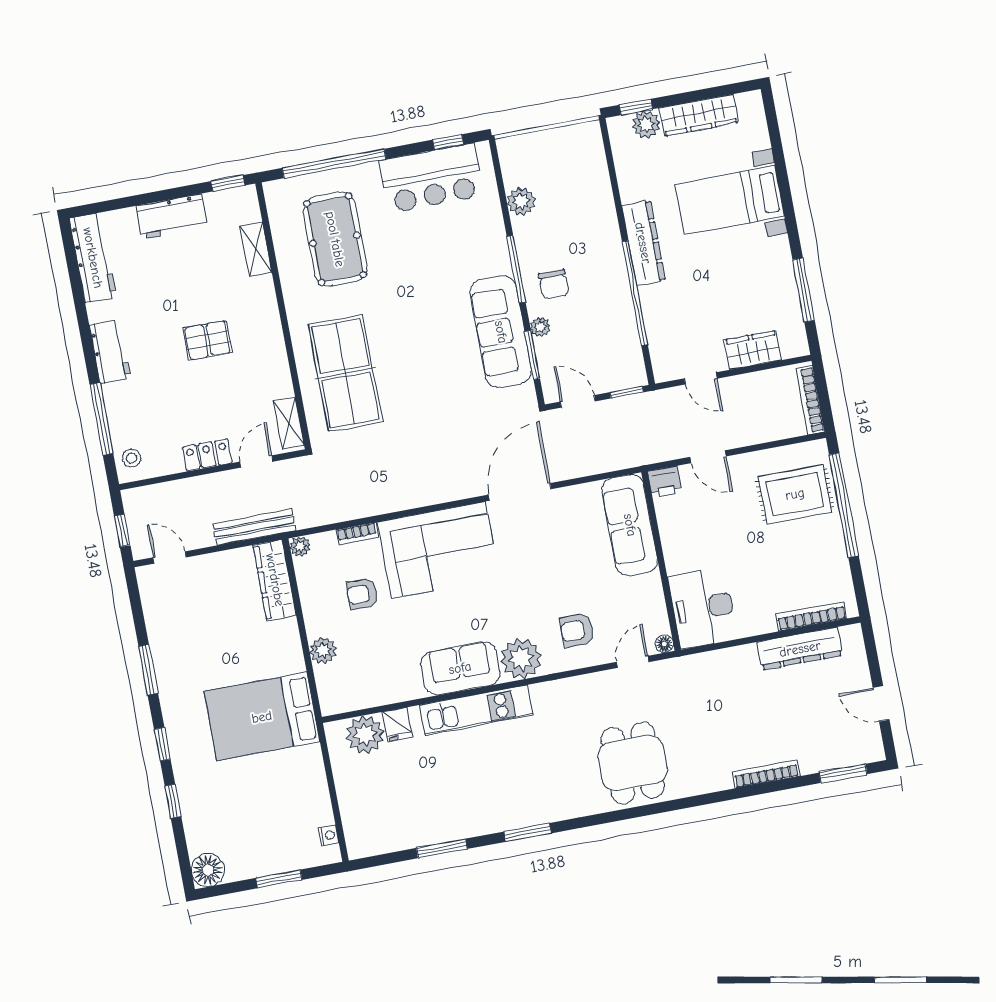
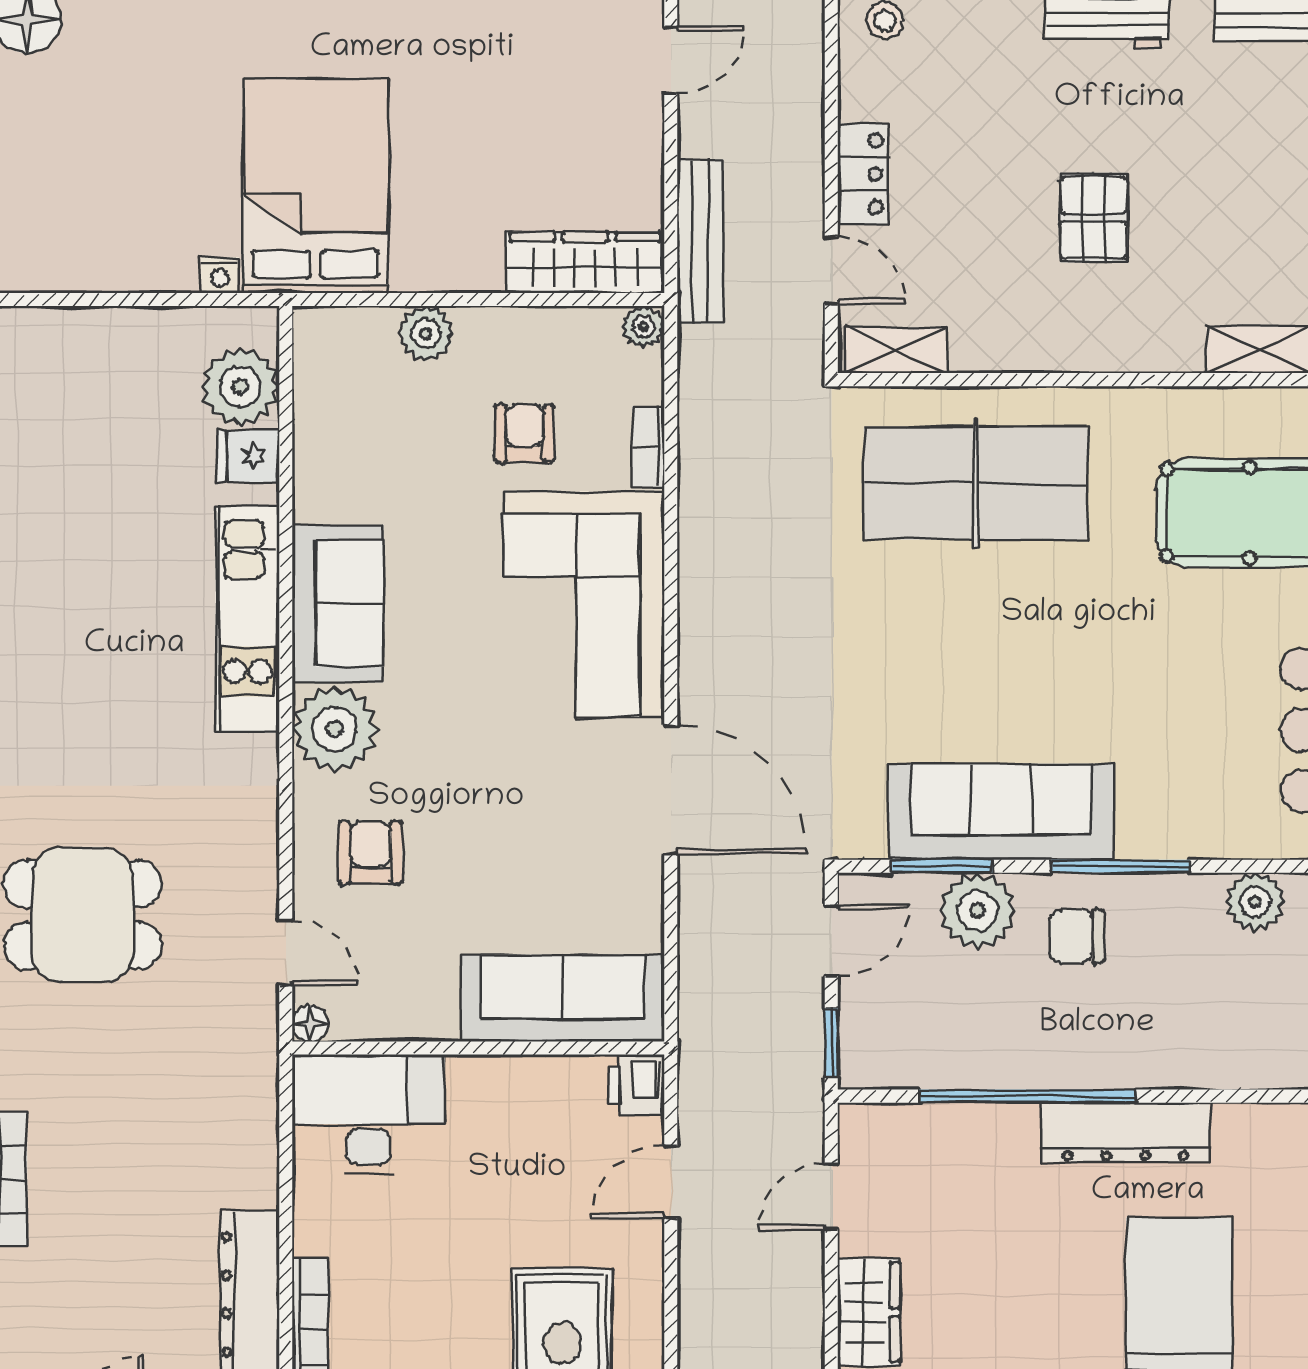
plant: (540, 327) -> (978, 911), width x1.88, depth x1.88
nightstand: (329, 835) -> (220, 275), moved

